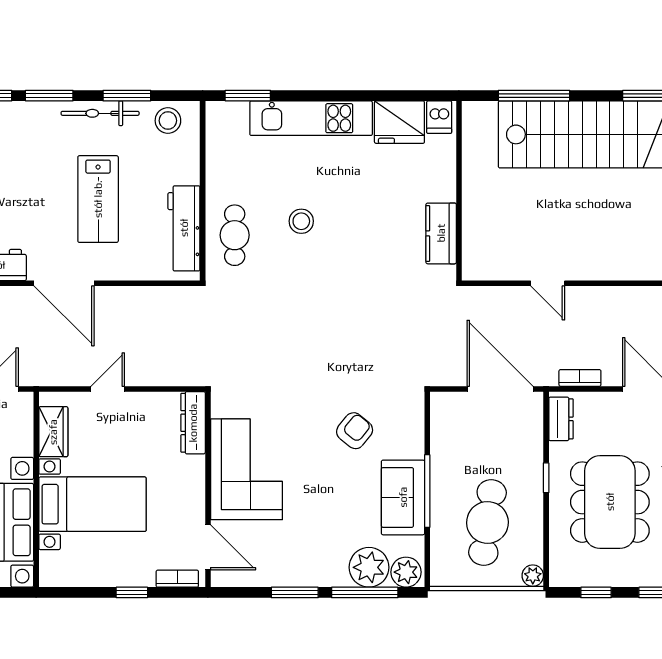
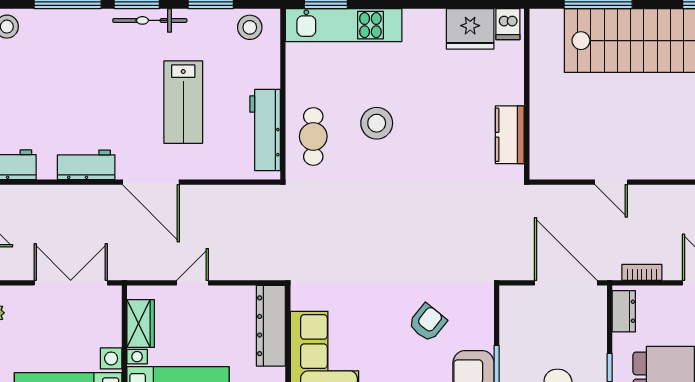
bicycle: (100, 113) -> (150, 20), moved
kitchen unit: (311, 118) -> (344, 25), moved
stool: (301, 221) -> (377, 123), width x1.38, depth x1.38
dresser: (193, 423) -> (271, 326), width x1.37, depth x1.24

